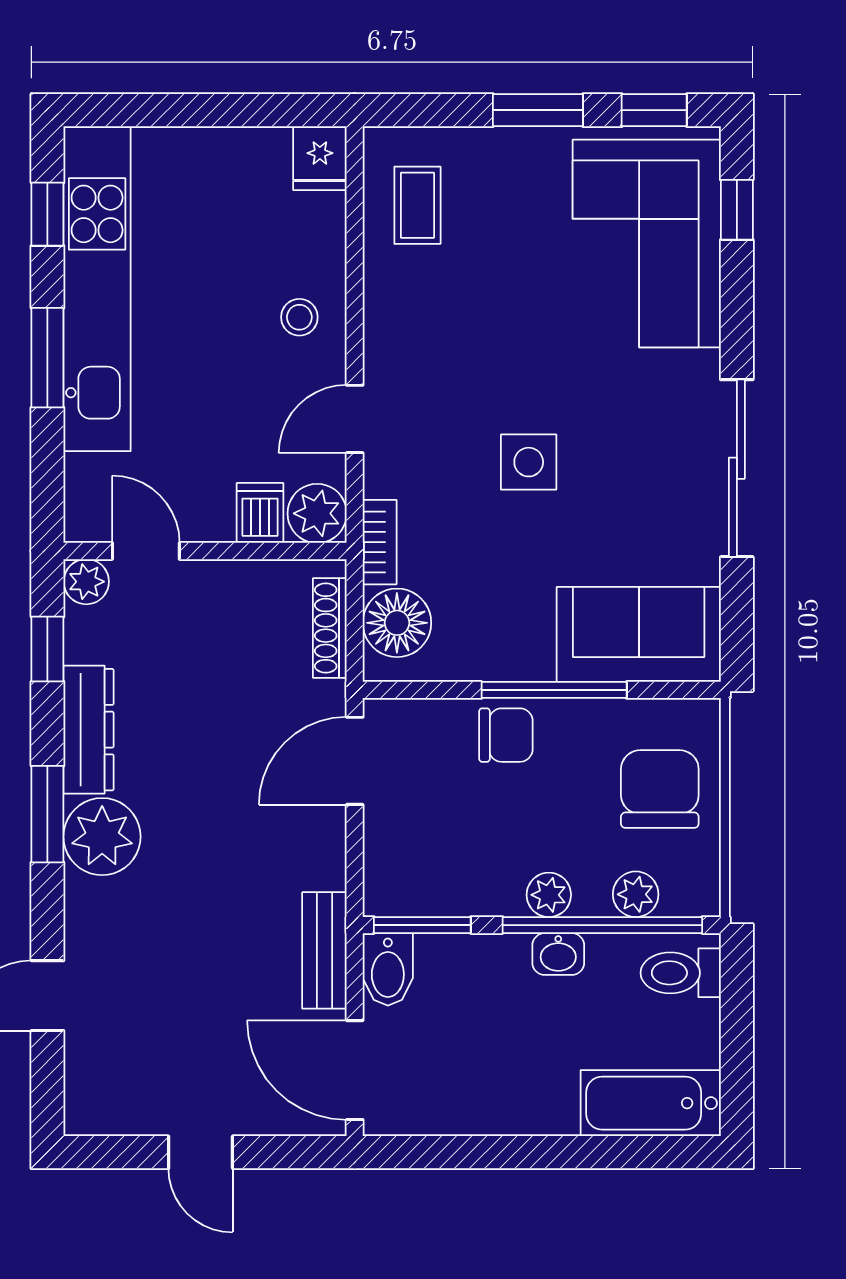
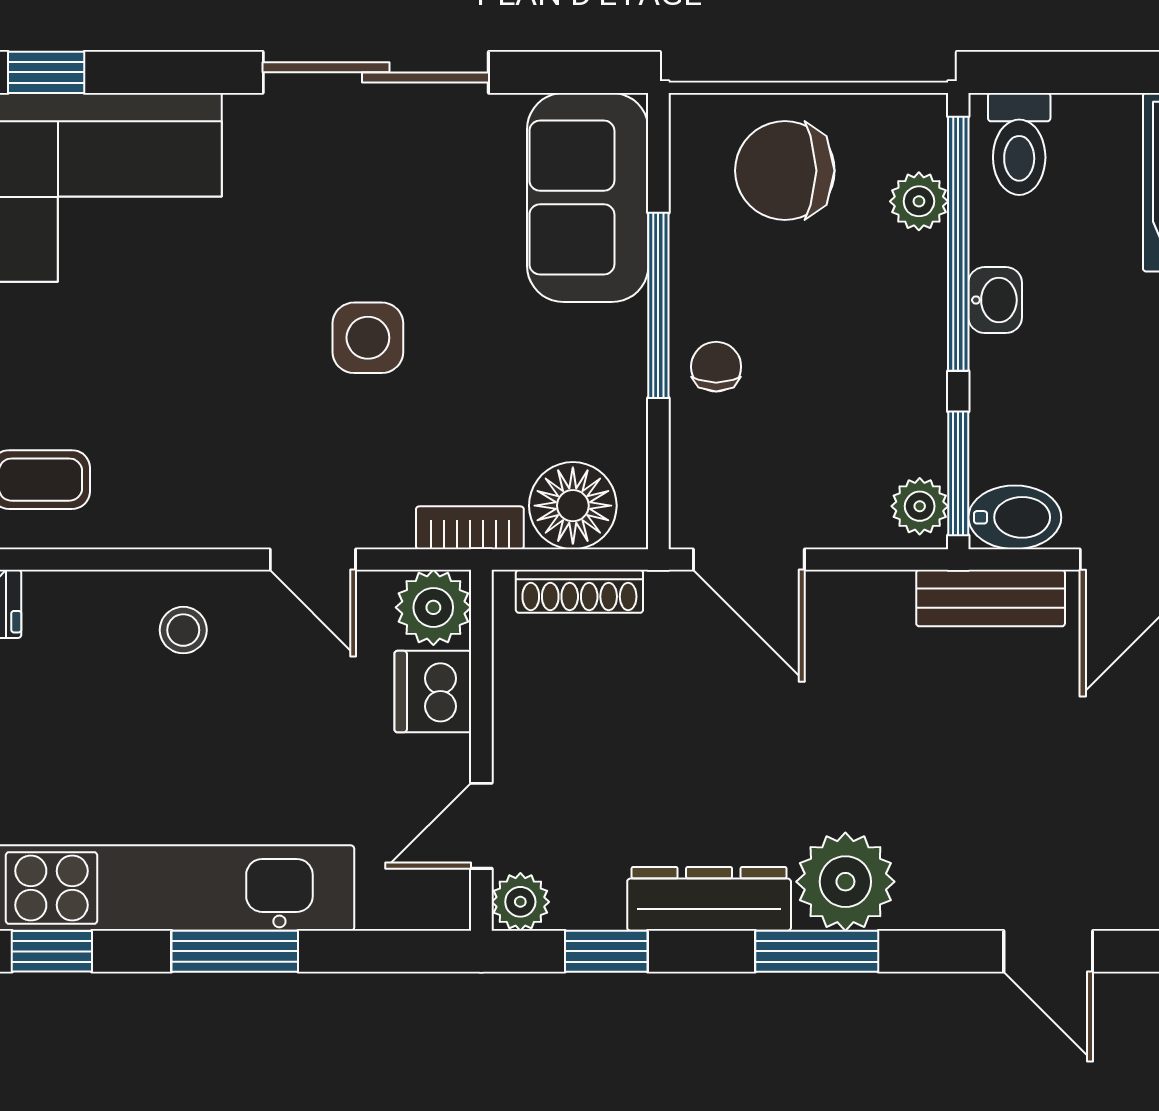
dishwasher: (260, 513) -> (433, 692), width x1.38
chair: (506, 735) -> (716, 367), width x0.73, depth x0.73
plant: (549, 895) -> (920, 506), moved

